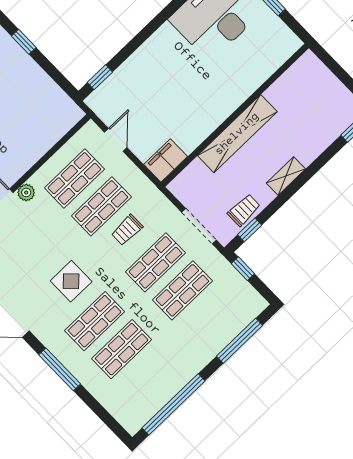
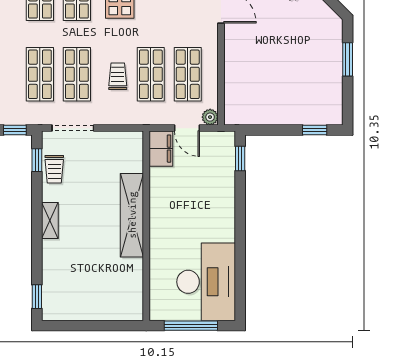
wall: (235, 115) -> (146, 226), moved
shelving: (237, 134) -> (132, 215), moved
filing cabinet: (166, 160) -> (161, 149), moved
plant: (26, 193) -> (210, 117), moved

